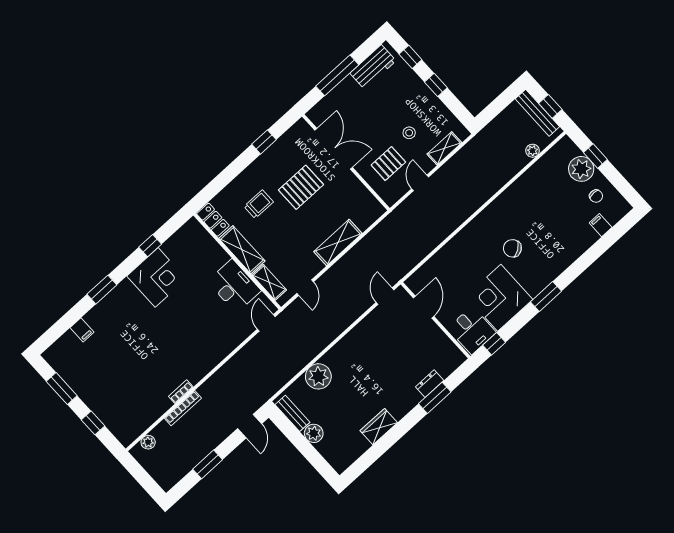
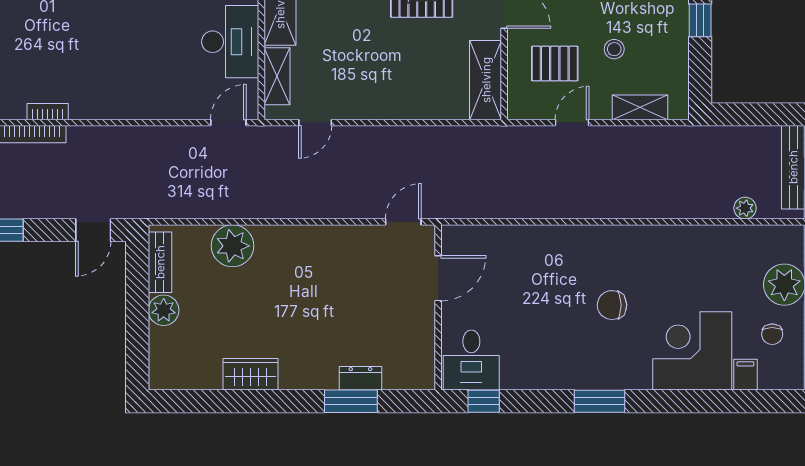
shelving: (338, 242) -> (486, 80), moved, turned 90
chair: (512, 248) -> (612, 305), turned -56
corner desk: (499, 298) -> (692, 351), moved

